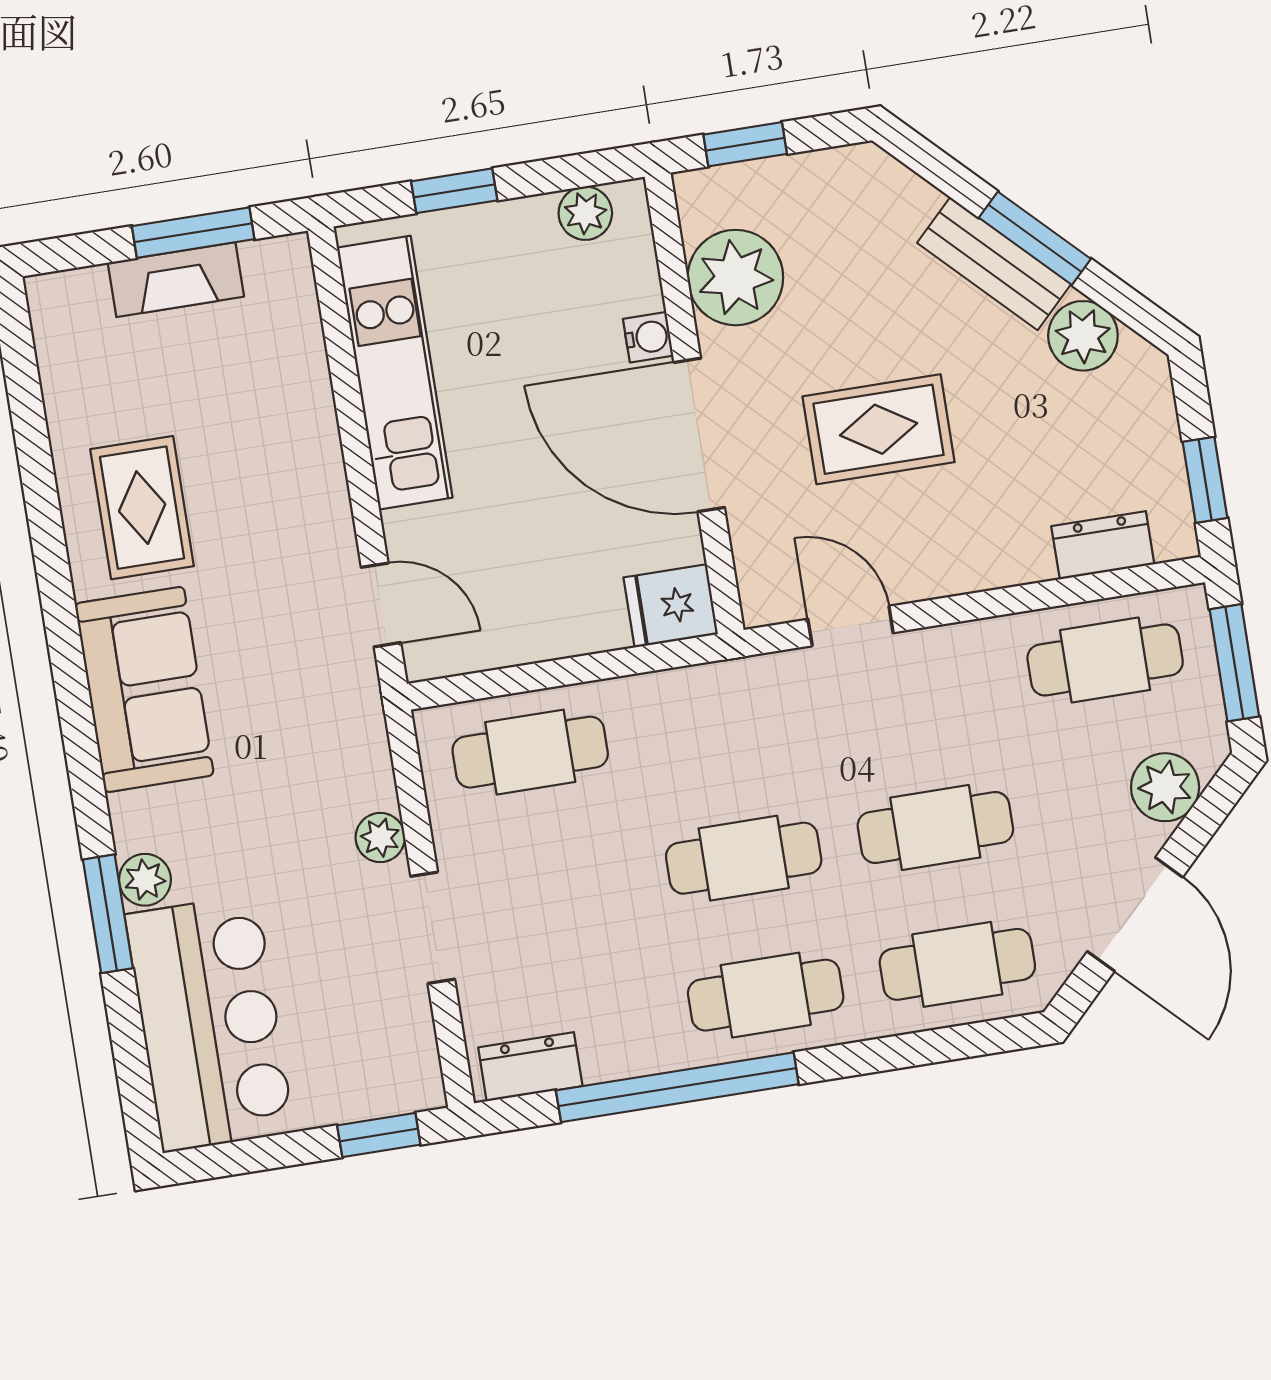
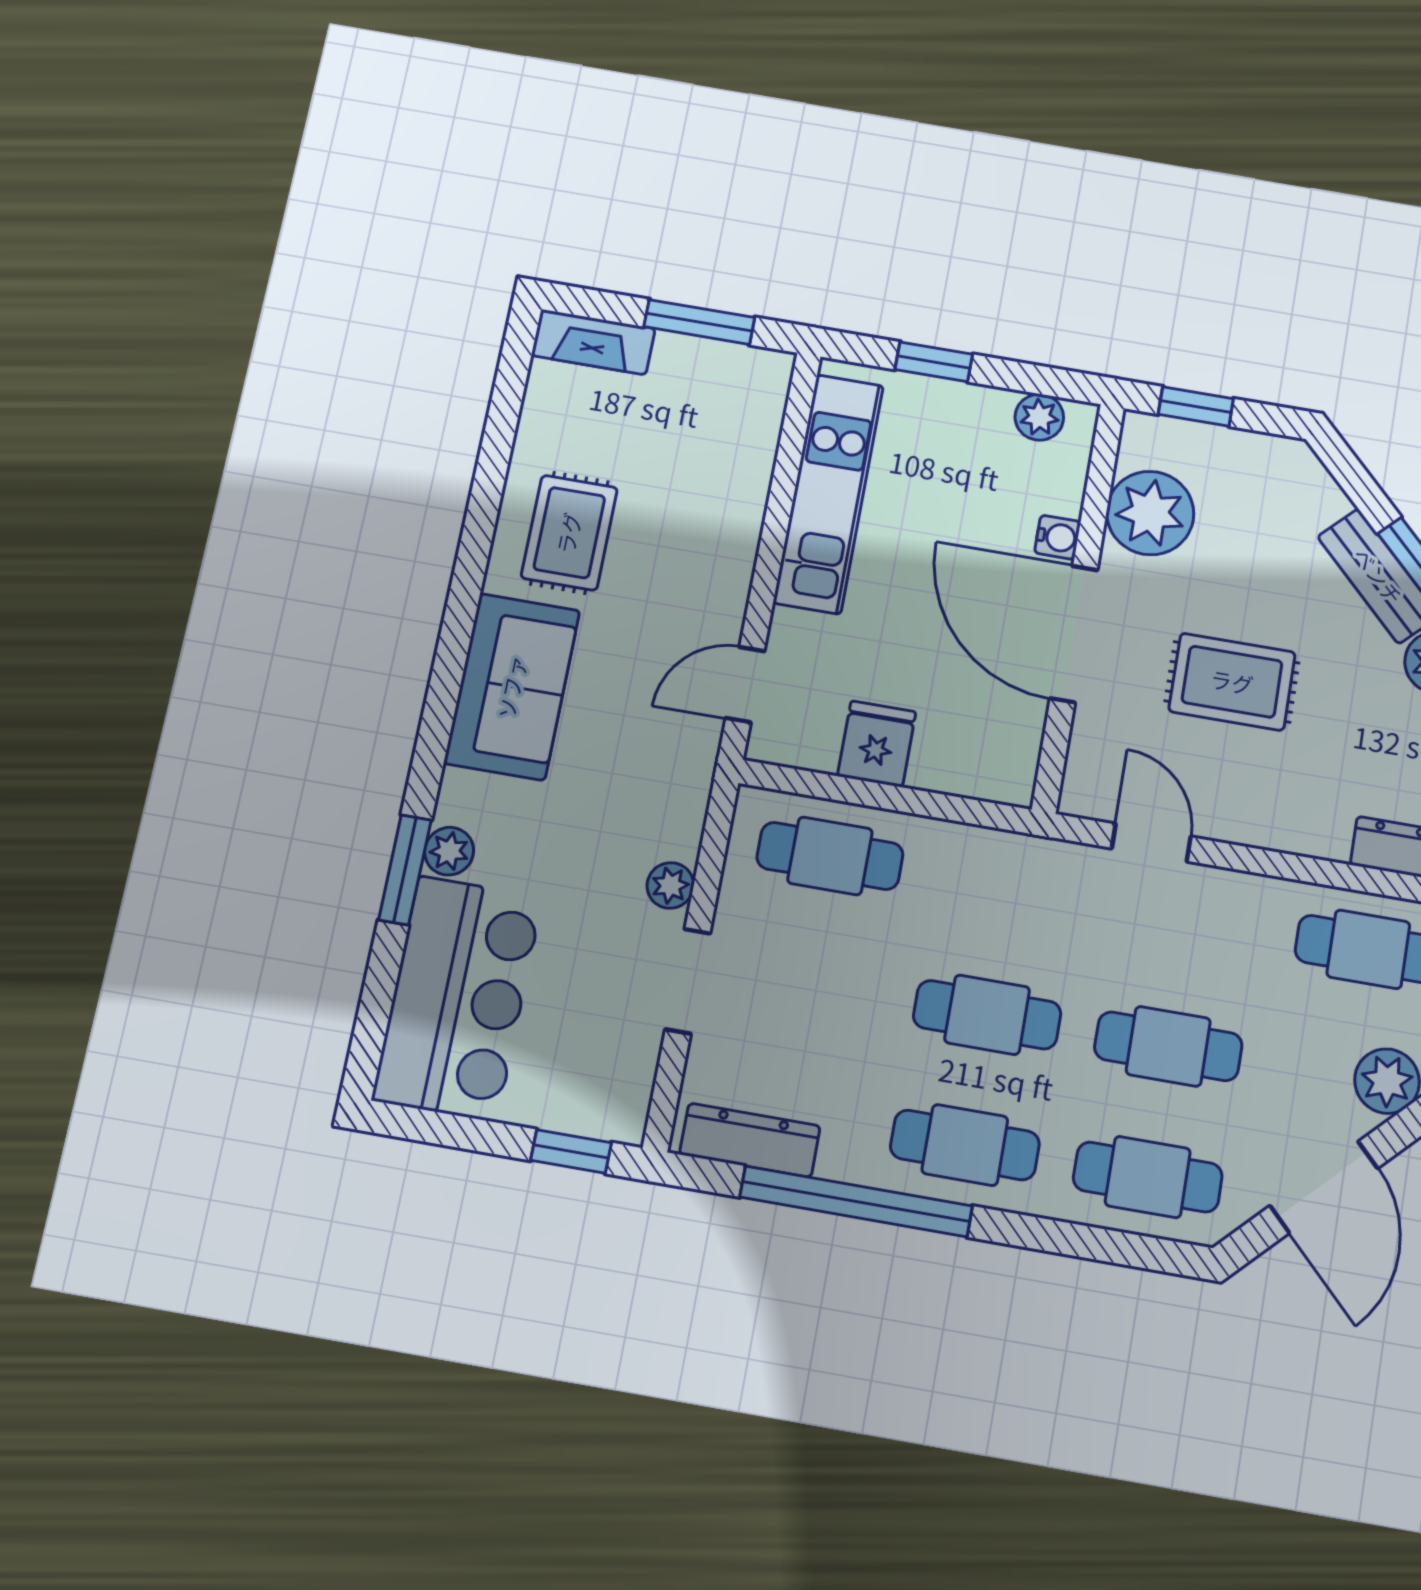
fireplace: (176, 280) -> (593, 342), moved
door: (381, 605) -> (745, 685), swing flipped
fridge: (671, 606) -> (877, 744), moved, turned 90
dresser: (530, 1067) -> (750, 1140), width x1.44

